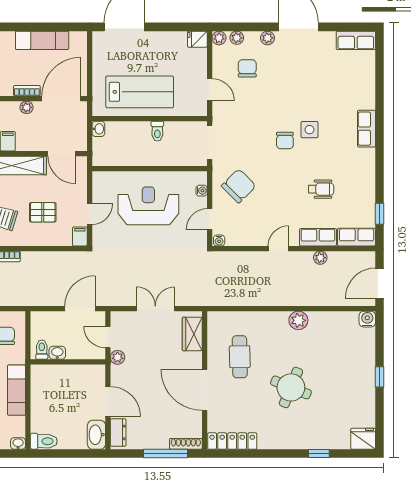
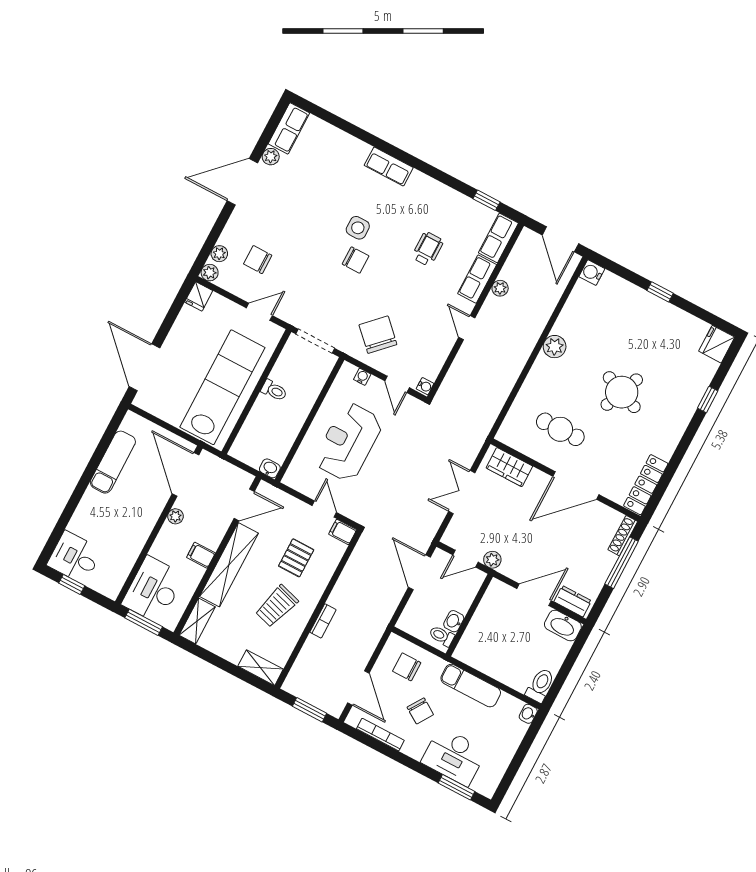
plant: (268, 38) -> (271, 157), moved
bookcase: (27, 91) -> (158, 507), removed
lab bench: (140, 92) -> (222, 387), width x1.36
washbasin: (98, 129) -> (270, 468), moved

